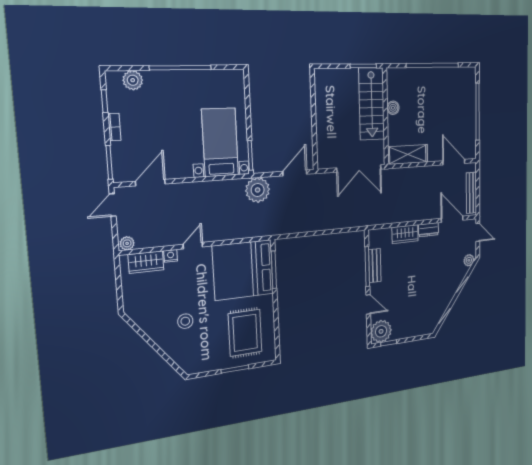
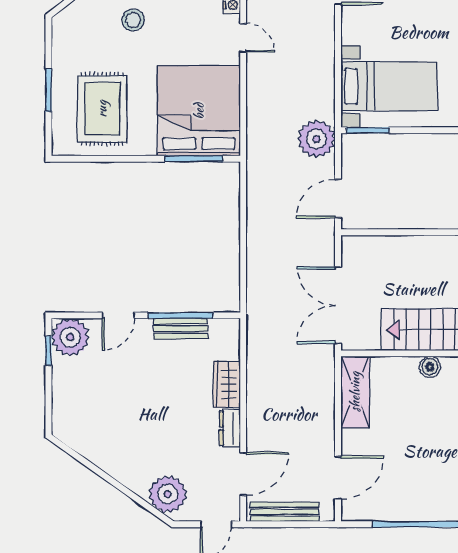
door: (295, 173) -> (338, 199), swing flipped
plant: (469, 260) -> (168, 494), width x1.88, depth x1.88
rug: (245, 333) -> (102, 109), turned 90

